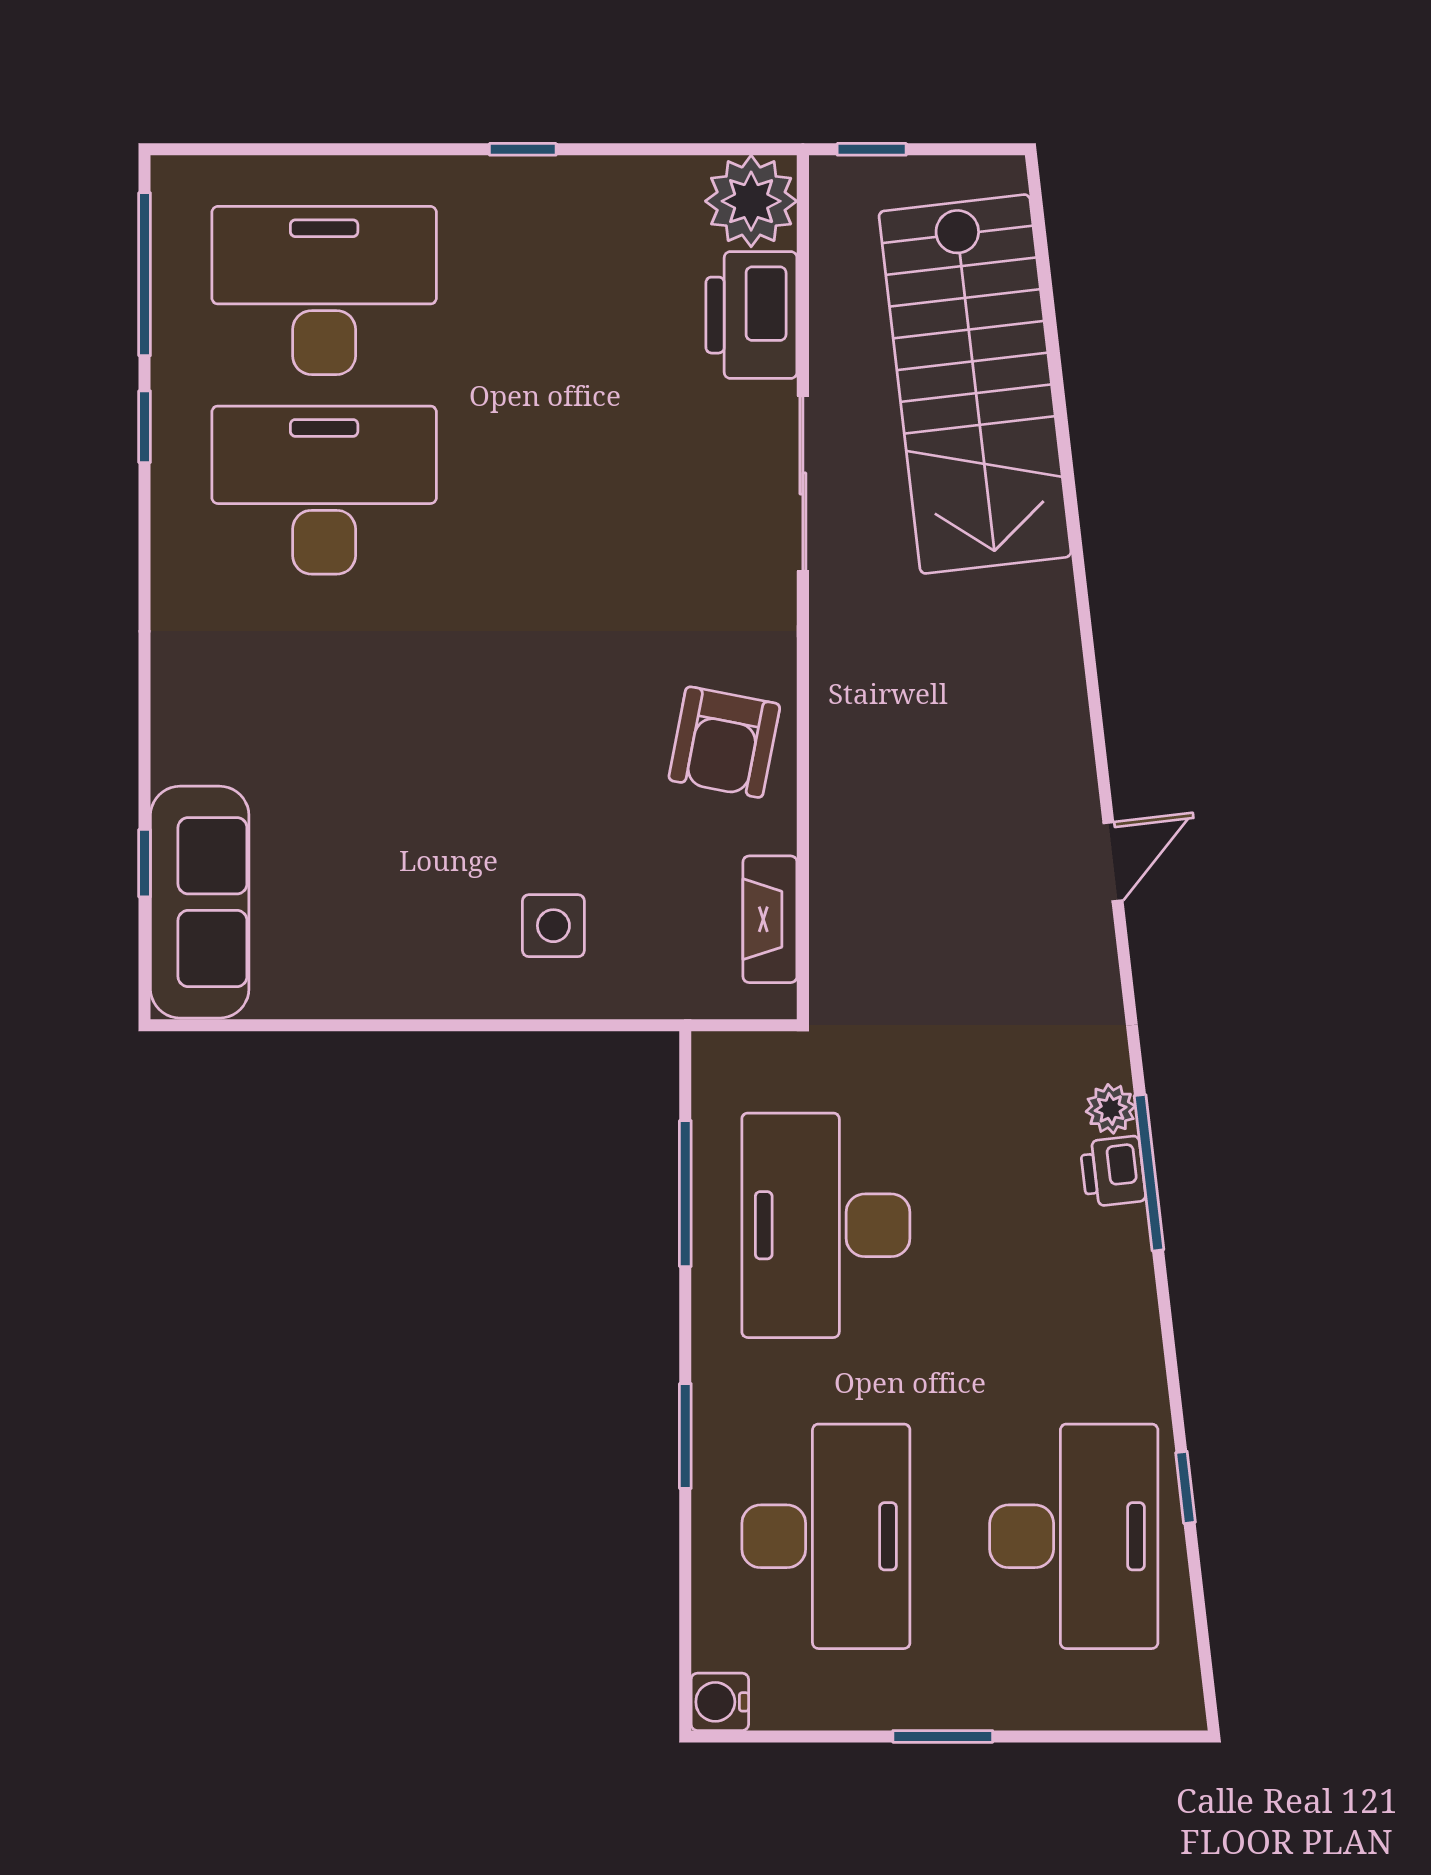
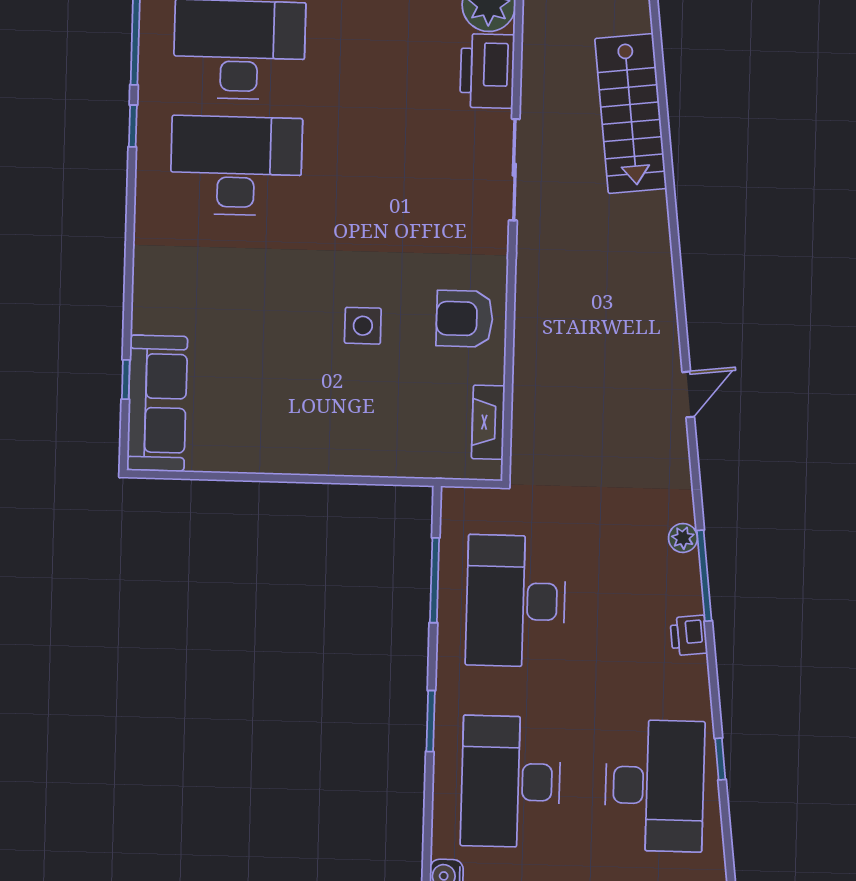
stairs: (975, 384) -> (631, 113), width x0.73, depth x0.66
armchair: (724, 742) -> (464, 319), turned 79
side table: (553, 926) -> (363, 326), moved
printer: (1113, 1171) -> (689, 635), moved
desk: (826, 1536) -> (511, 782), turned 180

